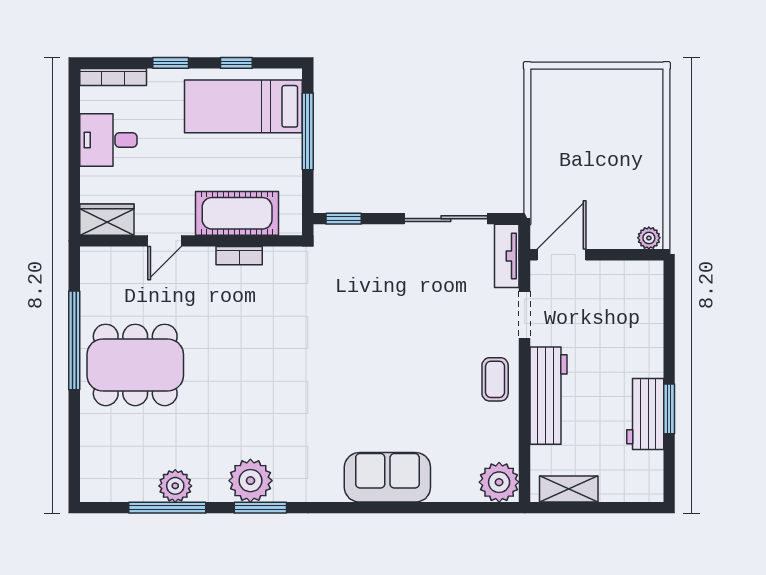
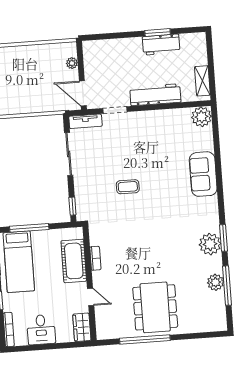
plant: (649, 238) -> (72, 63), moved
coffee table: (495, 379) -> (128, 187), moved

